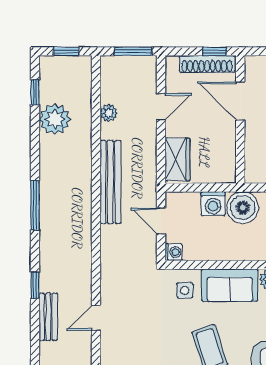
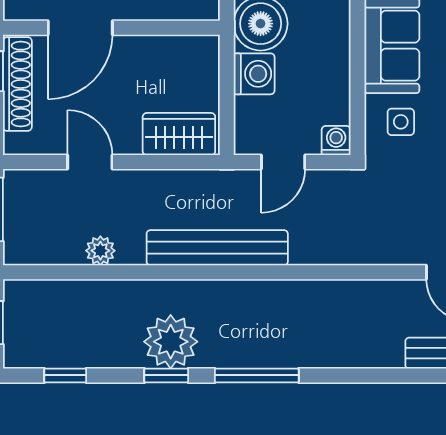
plant: (55, 119) -> (171, 342), moved
window: (35, 285) -> (166, 375), moved

